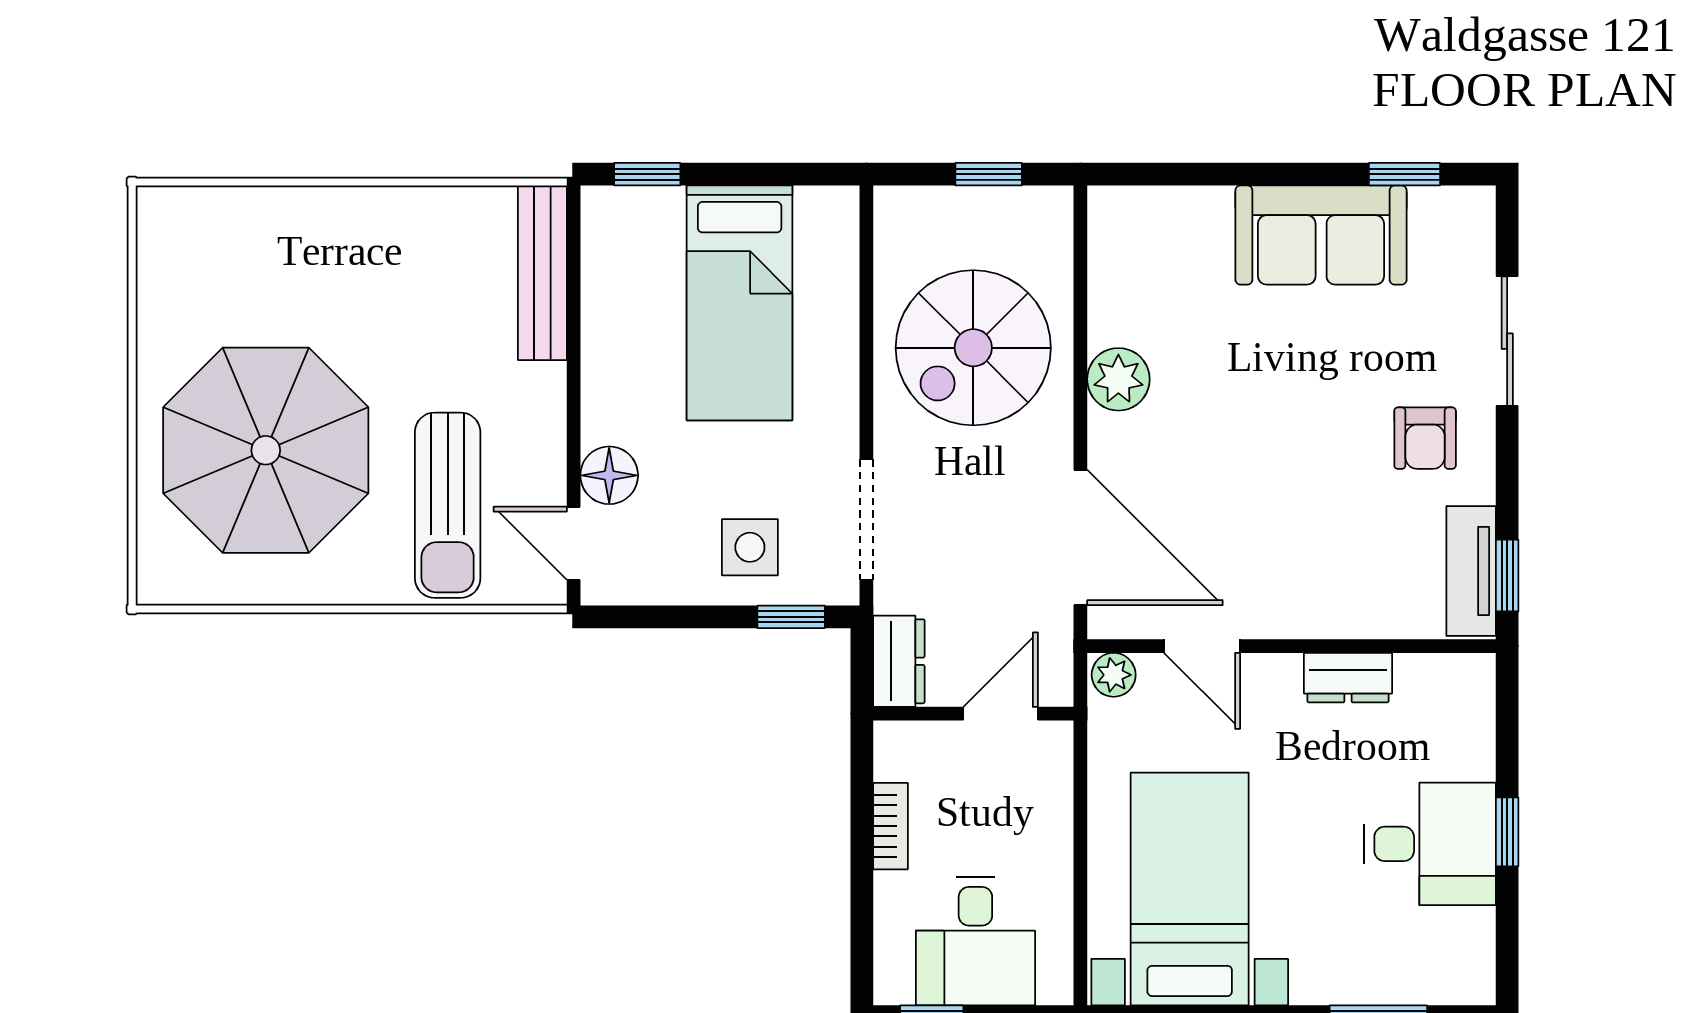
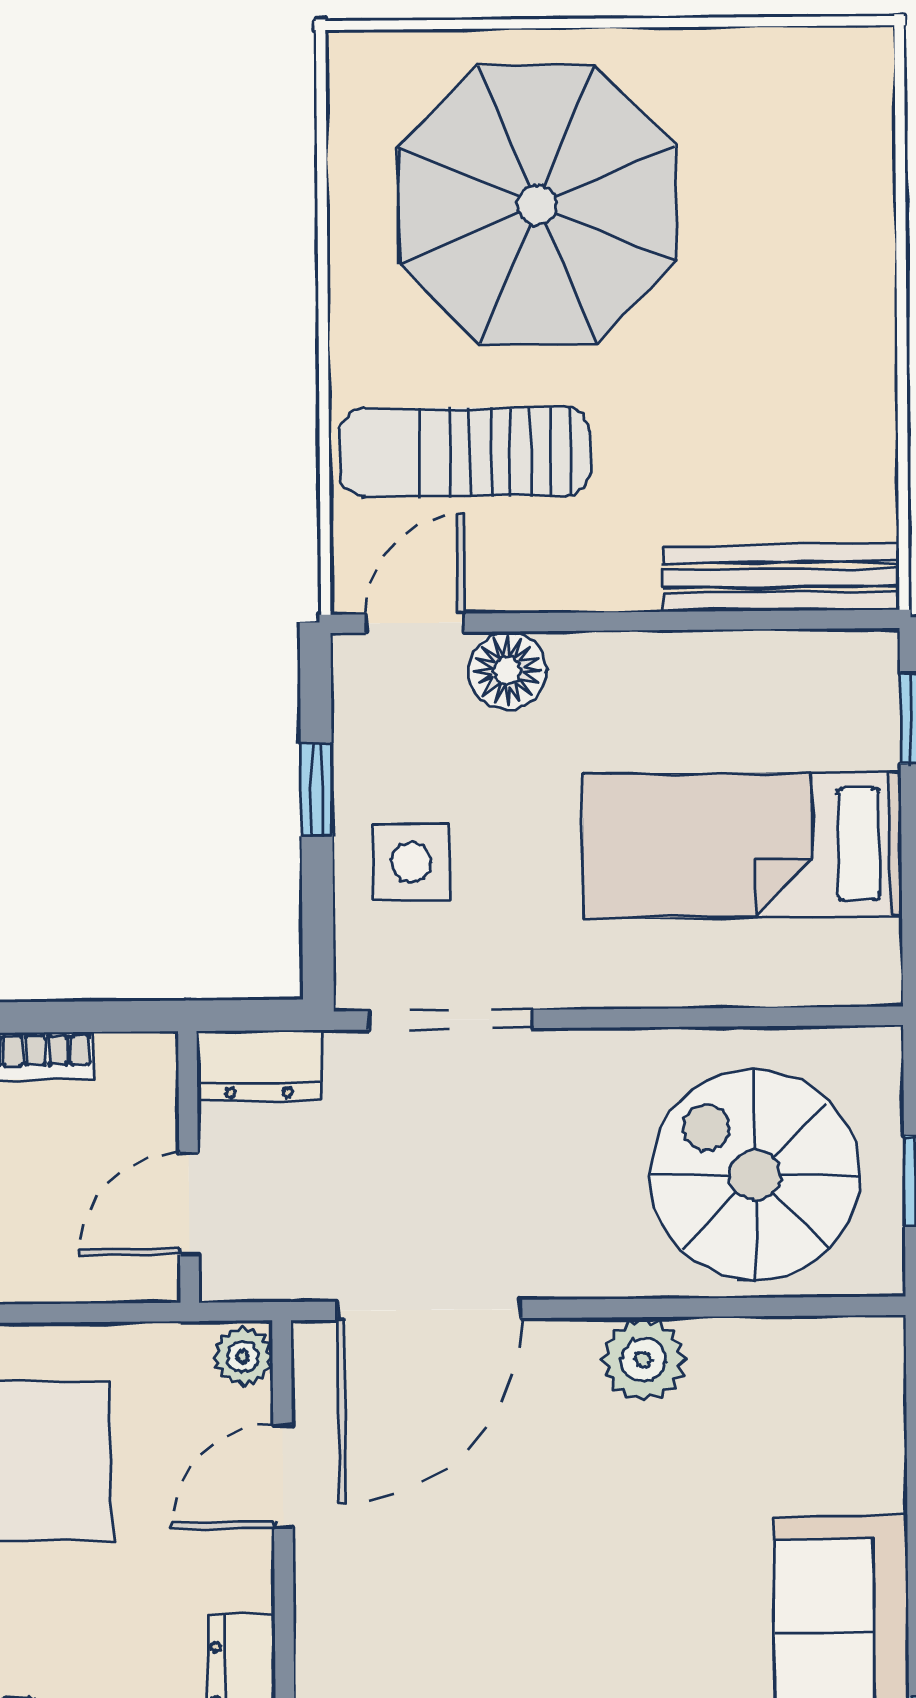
spiral stairs: (973, 348) -> (755, 1175), moved
window: (791, 617) -> (317, 790), moved
door: (1001, 714) -> (189, 1204), swing flipped

